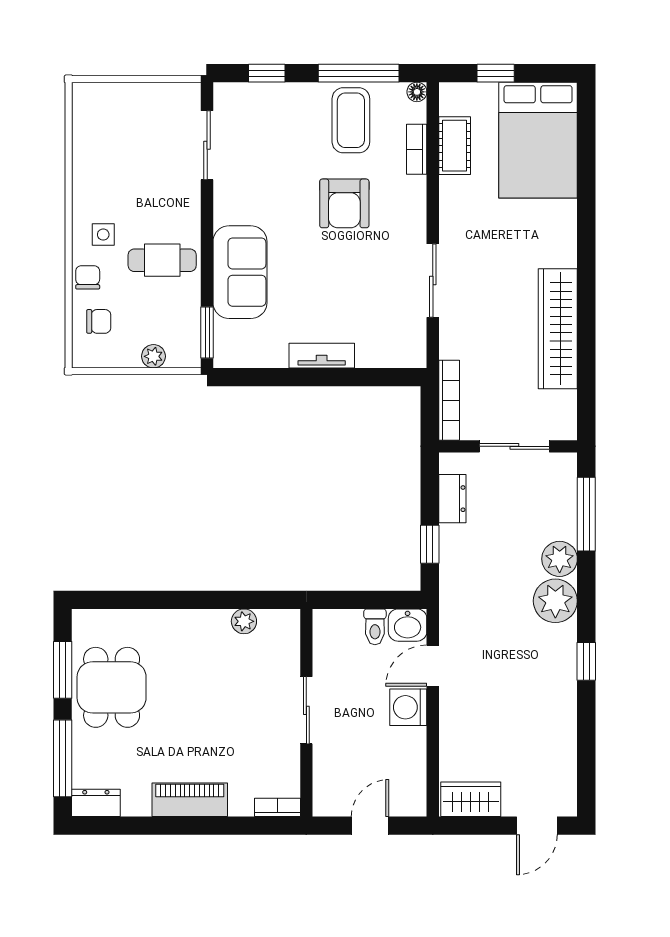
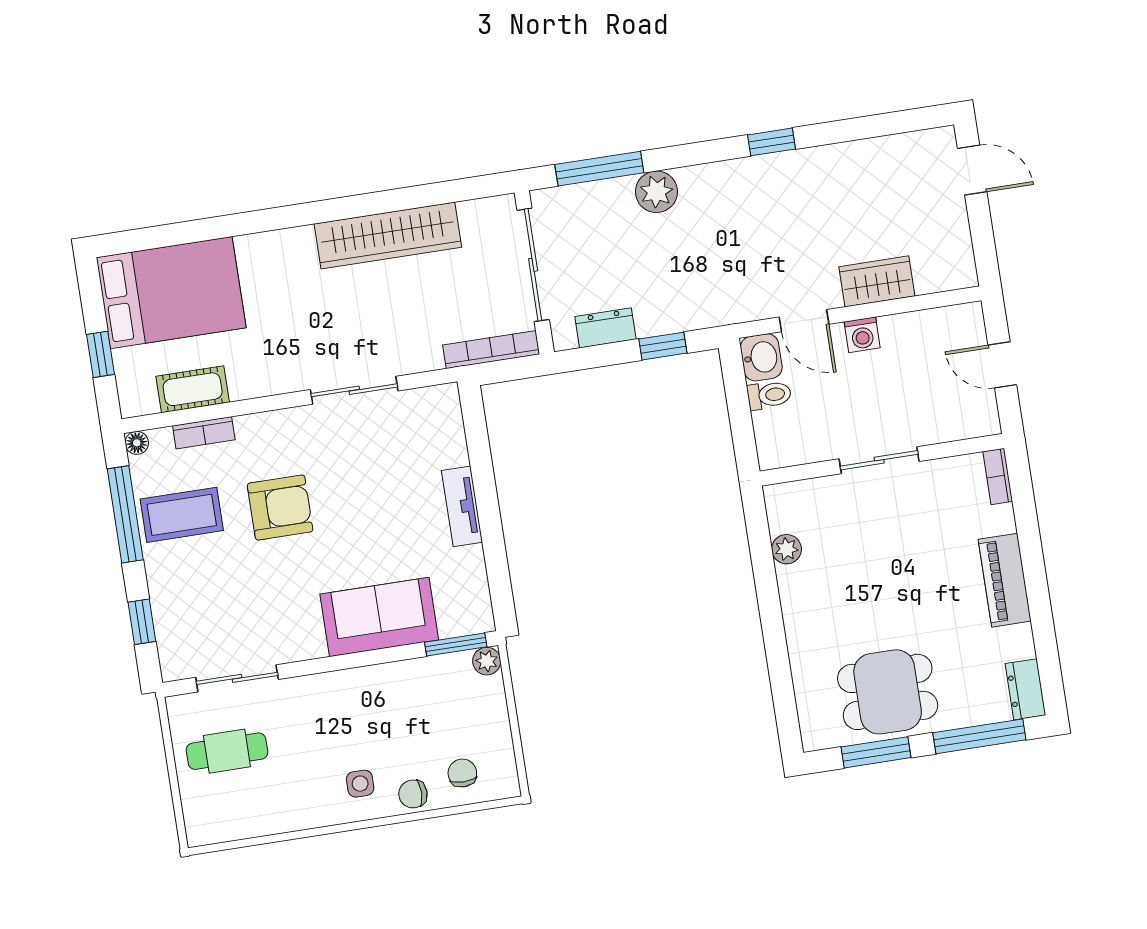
cafe table: (162, 260) -> (227, 751), moved, turned 90
plant: (153, 356) -> (487, 661), moved
sliding door: (514, 446) -> (533, 265), width x1.37
plant: (555, 601) -> (706, 189), removed
washing machine: (408, 707) -> (862, 335), width x0.73, depth x0.73
wardrobe: (471, 799) -> (877, 281), moved, turned 90

